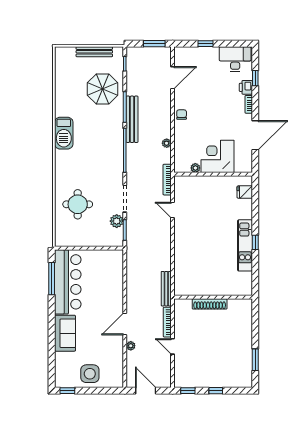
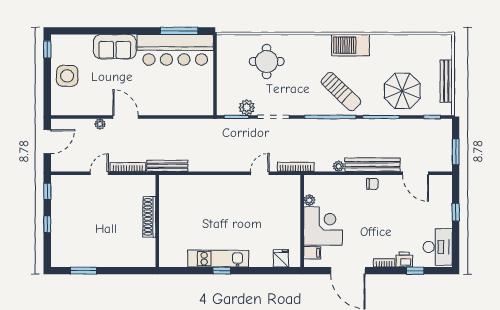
bench: (132, 119) -> (372, 165), moved
sun lounger: (103, 141) -> (341, 92), added
filing cabinet: (240, 166) -> (312, 253), added

